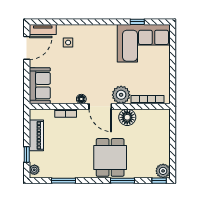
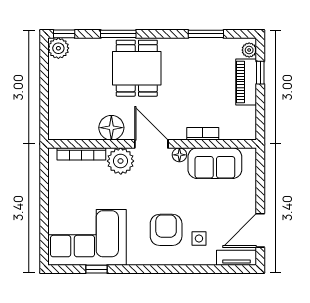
armchair: (90, 48) -> (166, 230), added
sofa: (40, 86) -> (215, 163), moved, turned -90
piano: (36, 135) -> (246, 82), moved

